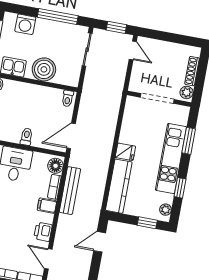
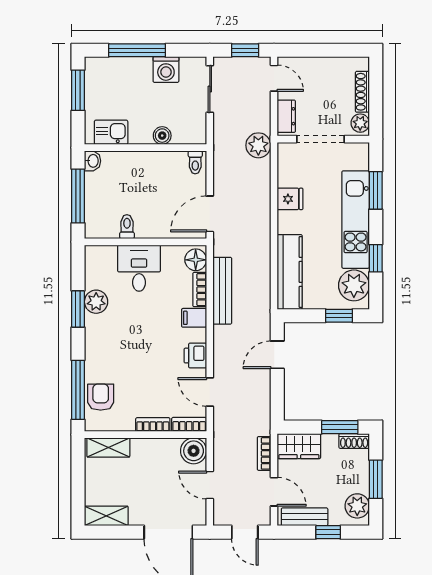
window: (58, 16) -> (137, 50), moved
washing machine: (25, 24) -> (166, 69), moved
boiler: (44, 69) -> (162, 136), width x0.54, depth x0.54
dresser: (136, 78) -> (286, 116), added
plant: (113, 95) -> (258, 145), added
toilet: (26, 137) -> (127, 227), moved
fridge: (125, 152) -> (290, 199), moved
plant: (165, 210) -> (354, 285), width x1.88, depth x1.88

